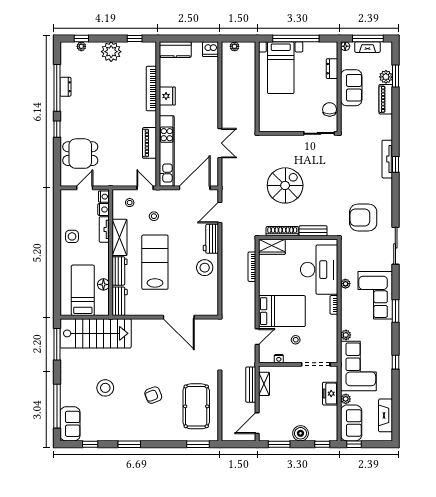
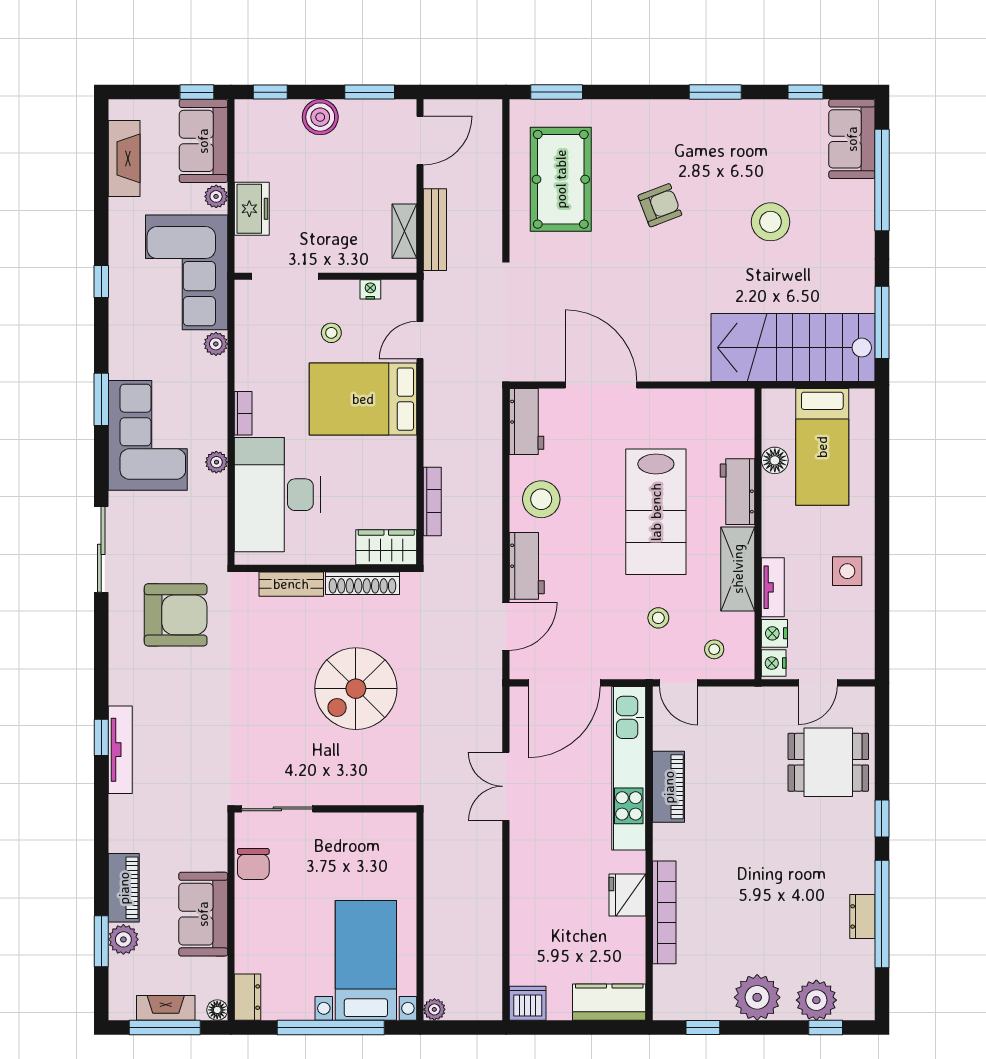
plant: (81, 46) -> (816, 1000), width x1.88, depth x1.88
plant: (235, 46) -> (434, 1009), moved
dresser: (332, 69) -> (247, 997), moved
workbench: (120, 301) -> (526, 422), moved, turned 180

